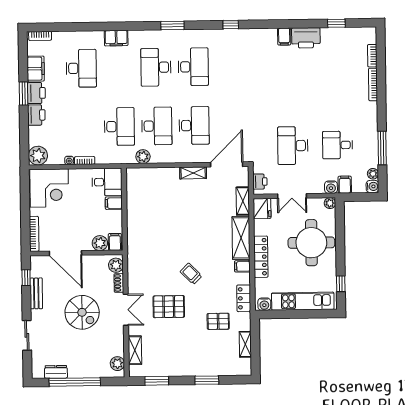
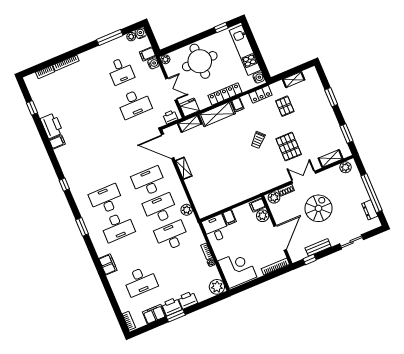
desk: (81, 68) -> (140, 281), turned 180

